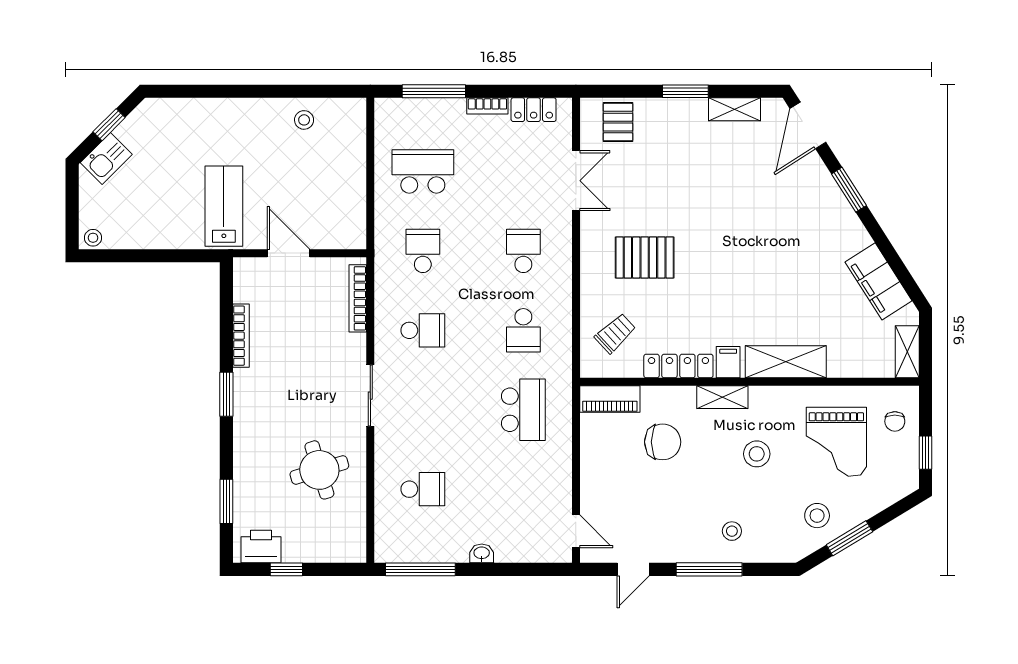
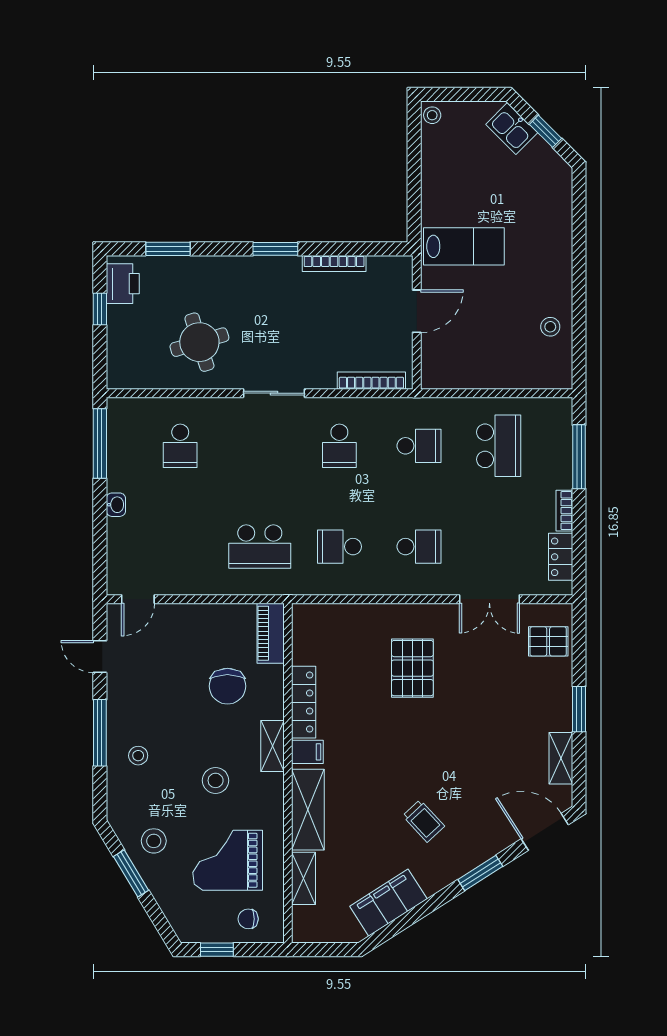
trolley: (615, 333) -> (424, 821), moved
shelving: (907, 352) -> (304, 878), moved, turned 90

